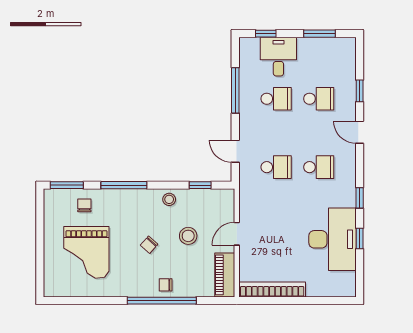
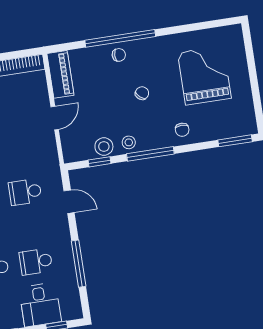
window: (124, 185) -> (150, 154), moved
chair: (84, 205) -> (182, 130), moved
stool: (188, 236) -> (104, 147), moved

